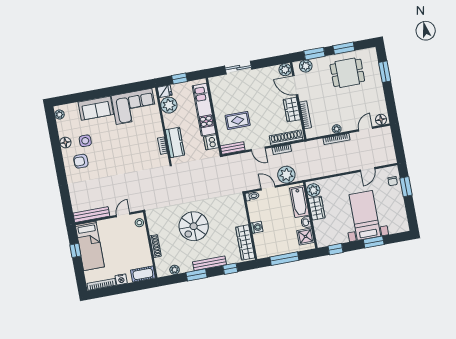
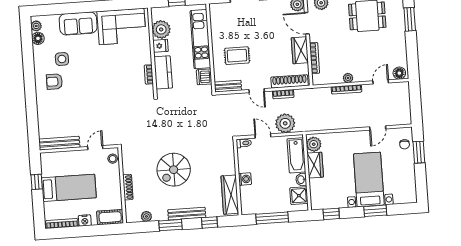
fridge: (165, 91) -> (160, 46), moved
floor lamp: (65, 143) -> (38, 38), moved
bed: (90, 246) -> (69, 188), moved, turned -90

